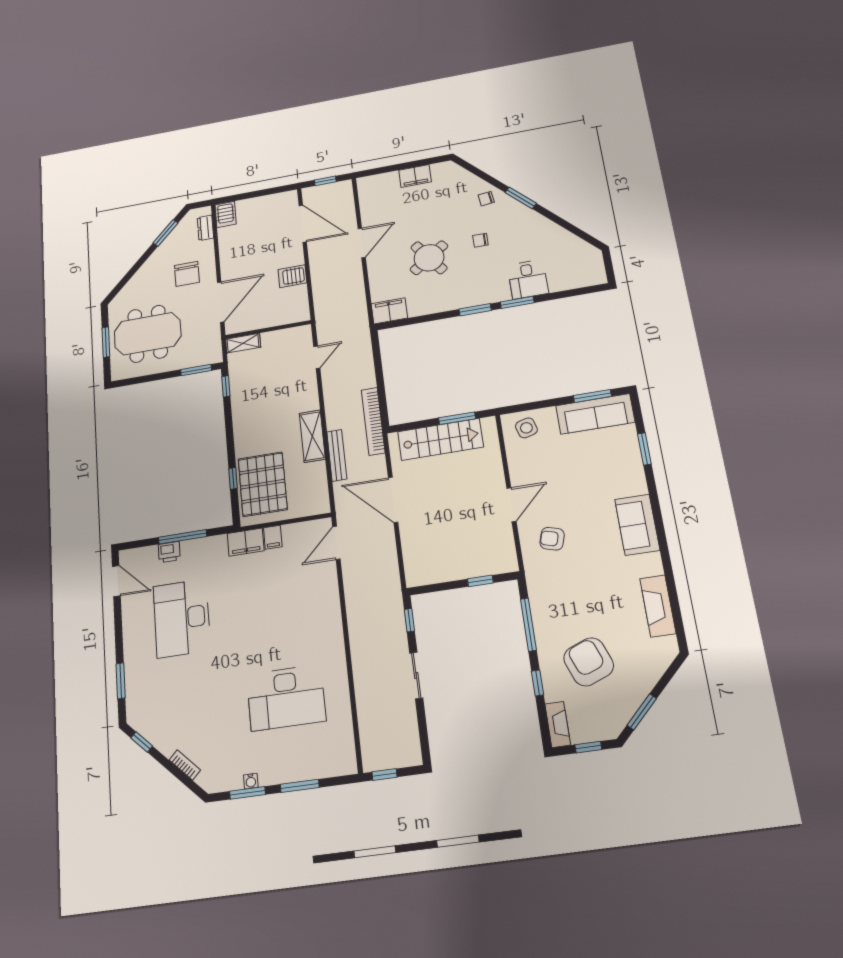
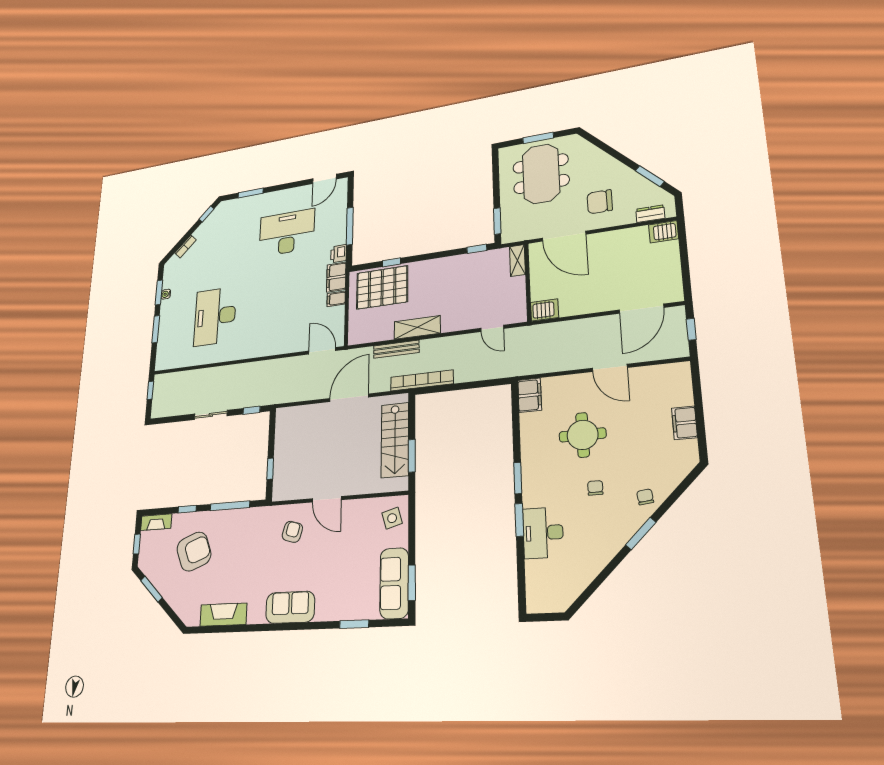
round table: (429, 258) -> (583, 435), turned 36
server rack: (292, 276) -> (545, 310), moved, turned 90
desk: (528, 279) -> (543, 533), width x1.37
printer: (169, 552) -> (339, 254), moved

